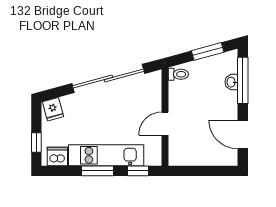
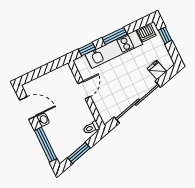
washbasin: (231, 82) -> (43, 120), moved
fridge: (53, 109) -> (157, 70), moved

